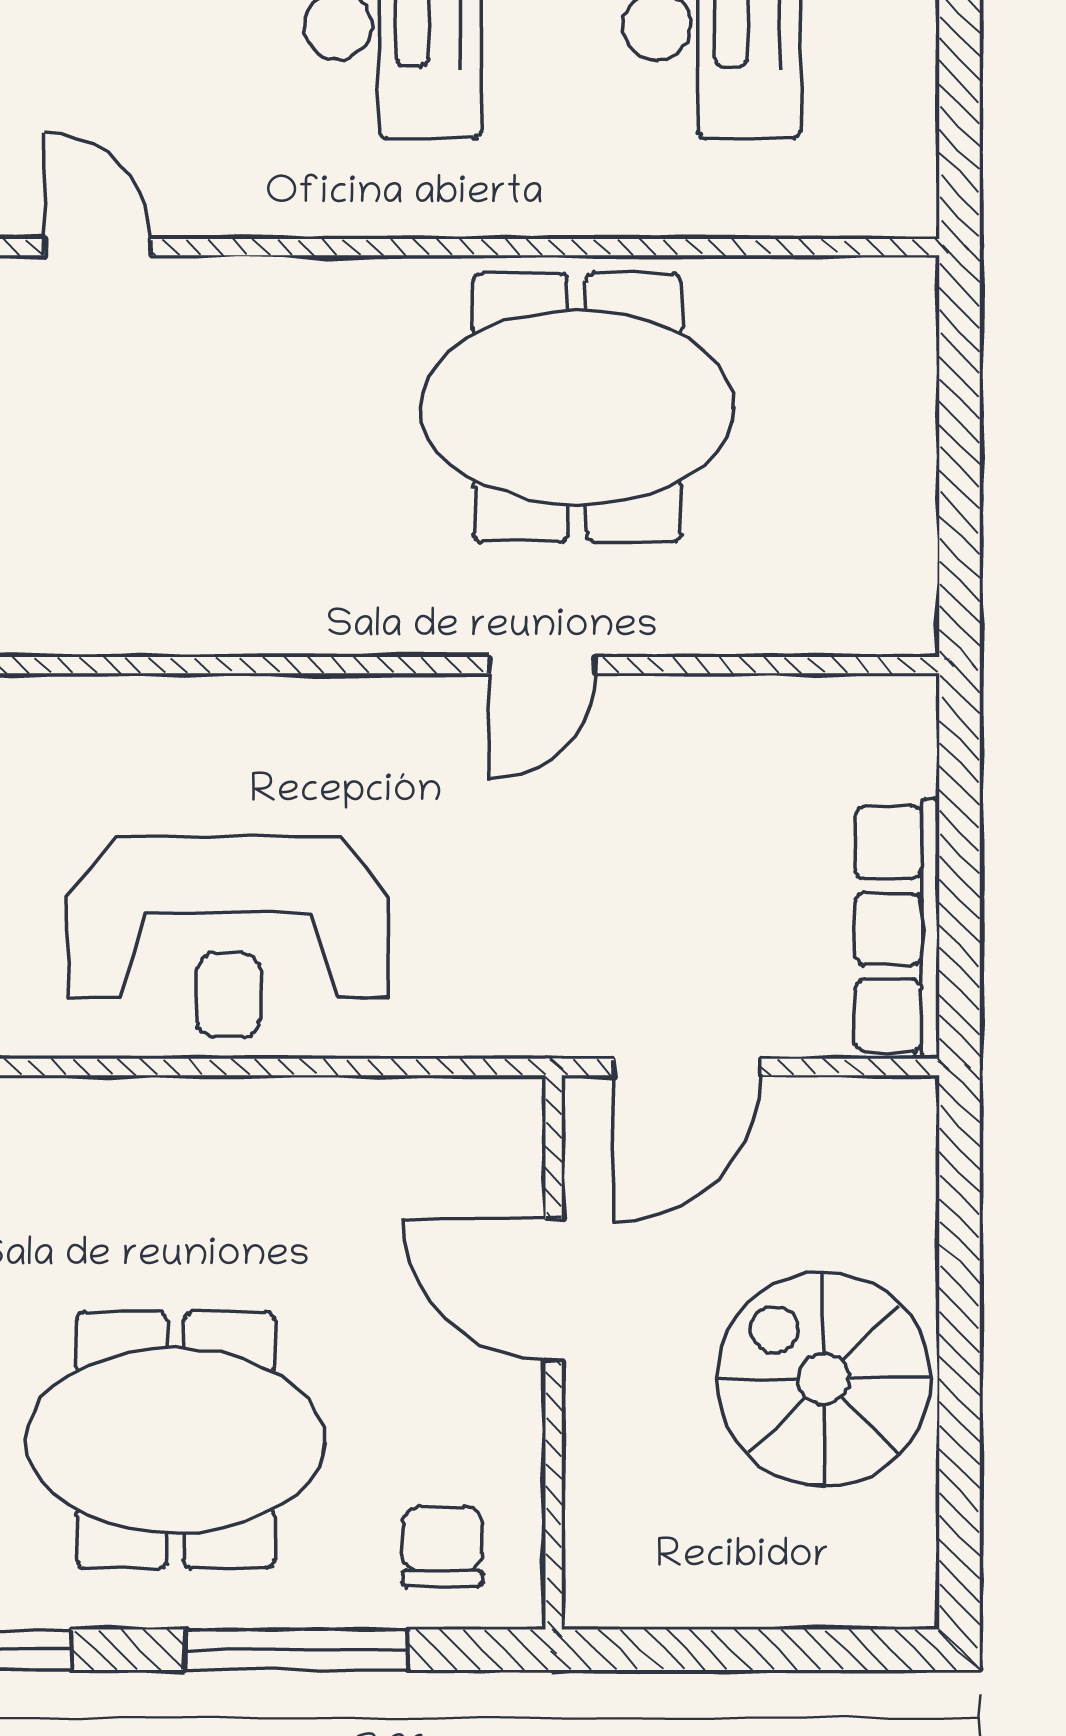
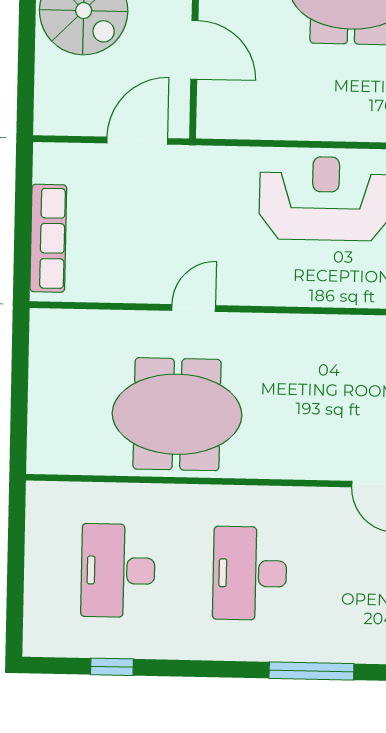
row of seats: (897, 929) -> (48, 238), moved

